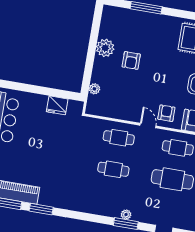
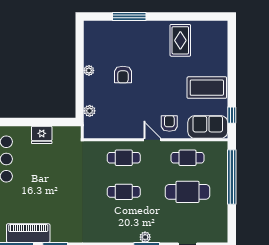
plant: (105, 48) -> (89, 70), width x0.53, depth x0.53
fridge: (57, 105) -> (42, 135), moved

